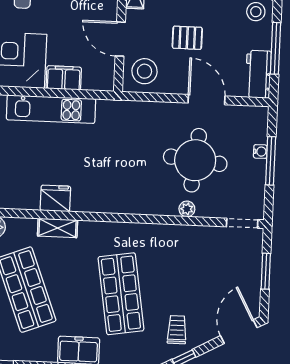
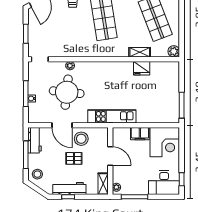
stool: (145, 71) -> (81, 139), moved
kitchen unit: (51, 109) -> (112, 116), moved

